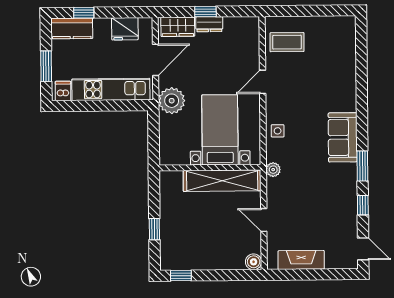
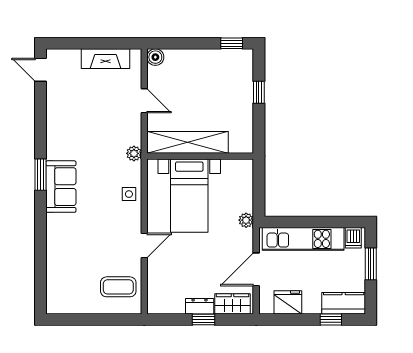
plant: (172, 101) -> (246, 220), width x0.53, depth x0.53
window: (362, 166) -> (40, 175), moved
window: (363, 205) -> (40, 115), removed

